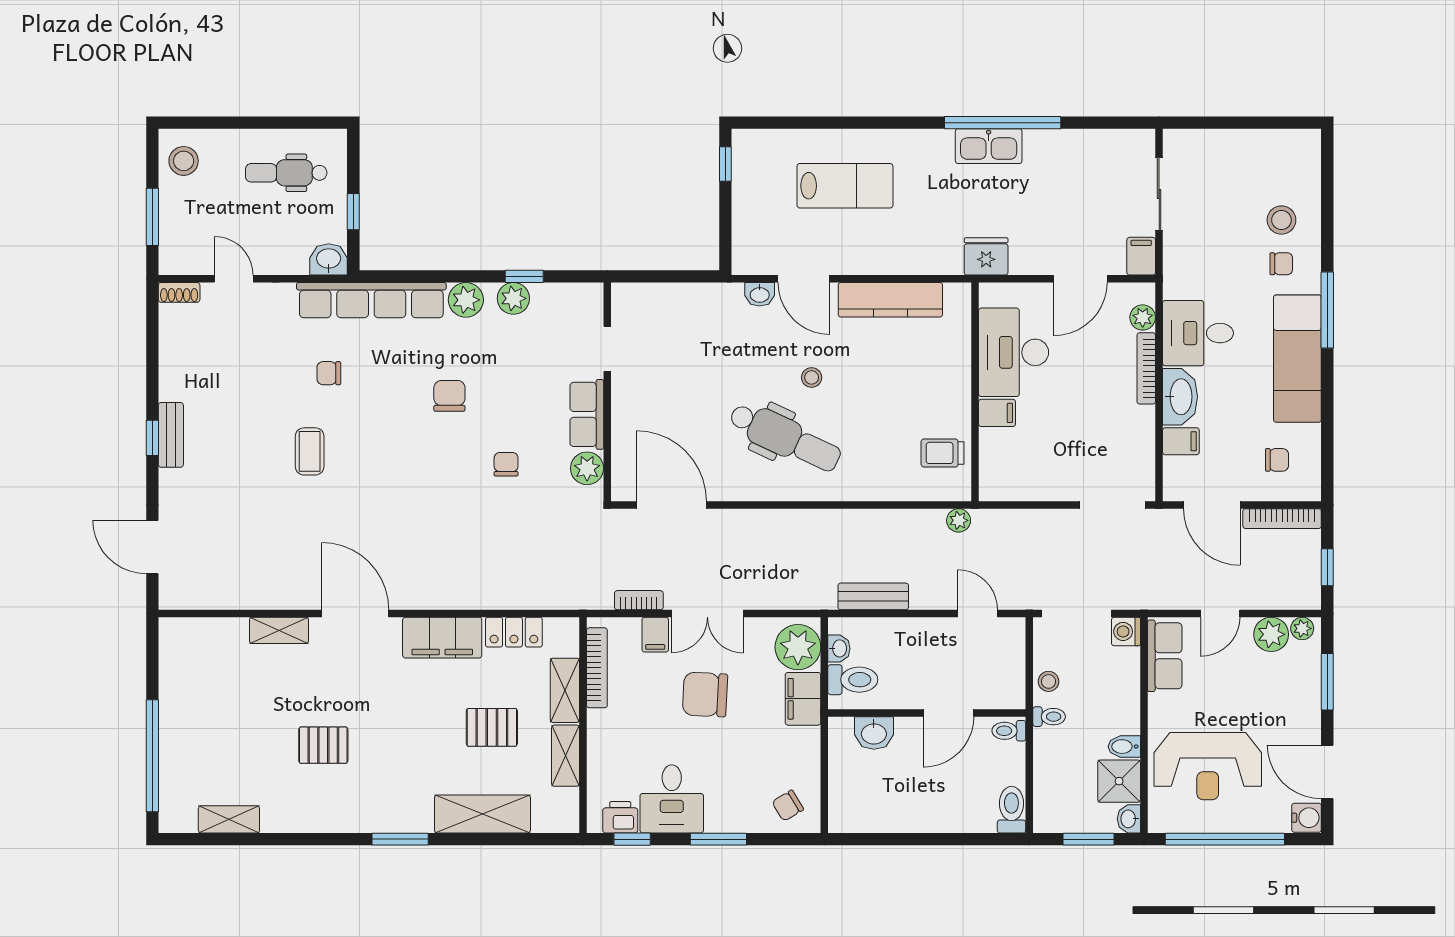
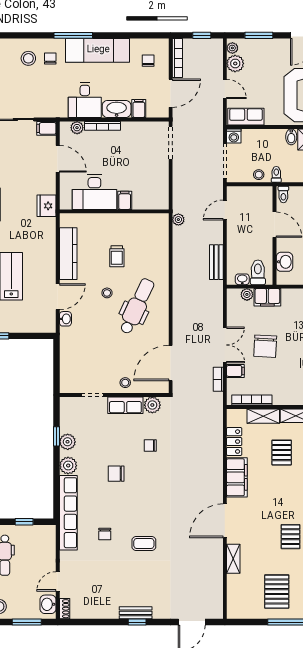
washbasin: (329, 259) -> (48, 604), moved
stool: (632, 414) -> (125, 383), added
trolley: (943, 453) -> (117, 256), moved
plant: (798, 647) -> (247, 294), width x0.53, depth x0.53
pallet: (213, 718) -> (277, 592), added

